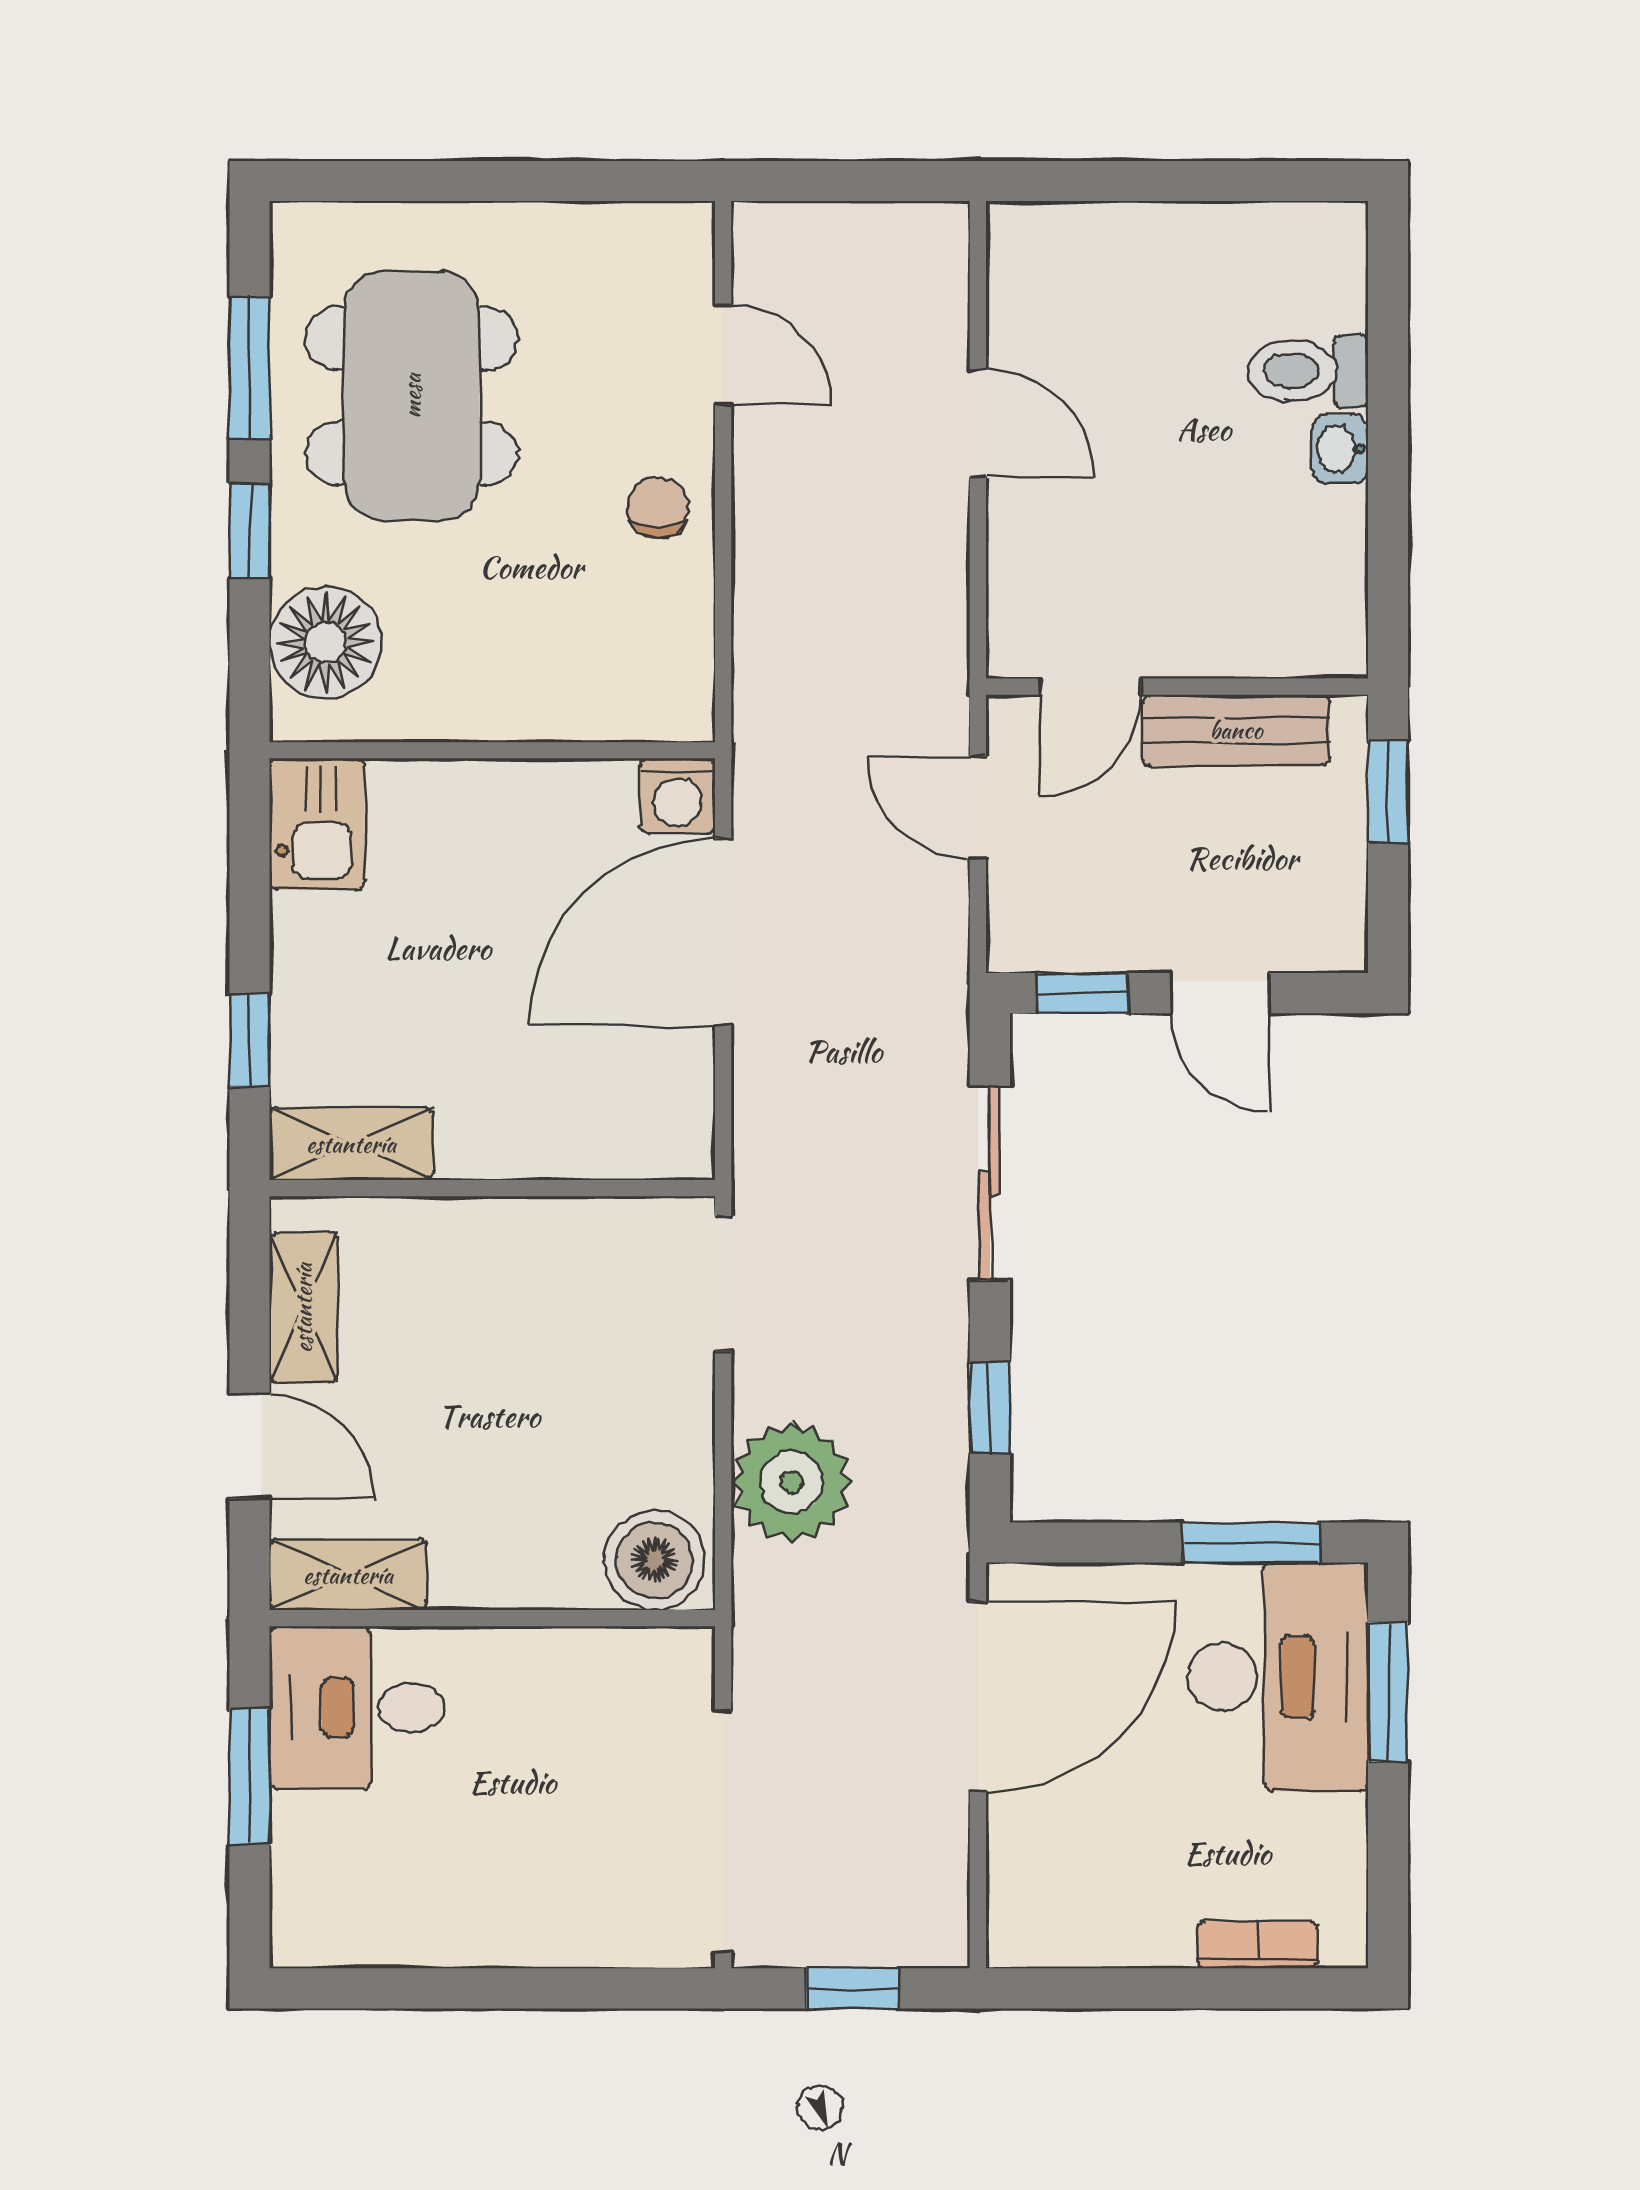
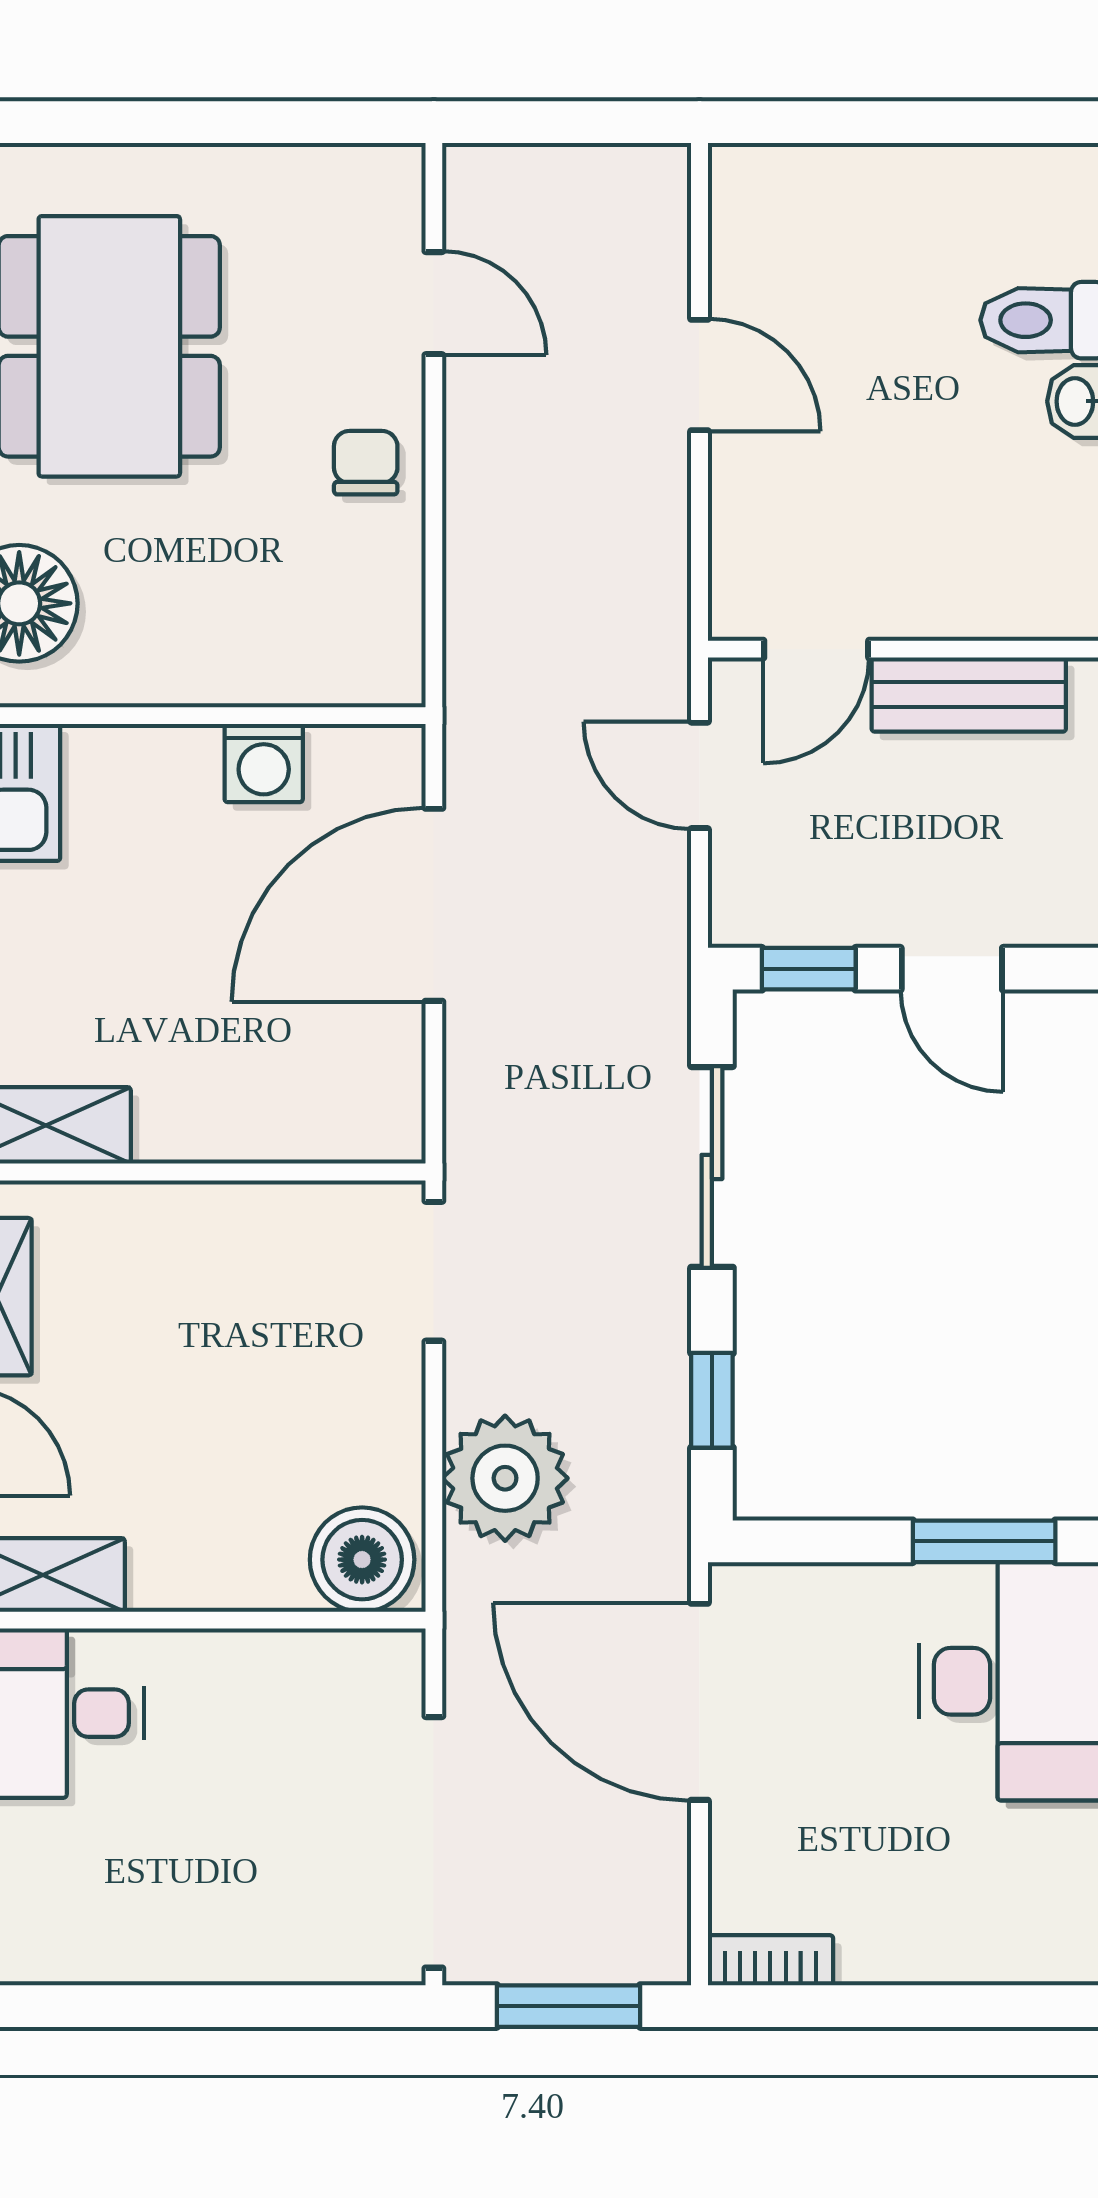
washing machine: (678, 796) -> (264, 763), moved
door: (978, 1696) -> (699, 1702), swing flipped
bookcase: (1257, 1944) -> (770, 1960), moved
window: (852, 1988) -> (568, 2006), width x1.50

